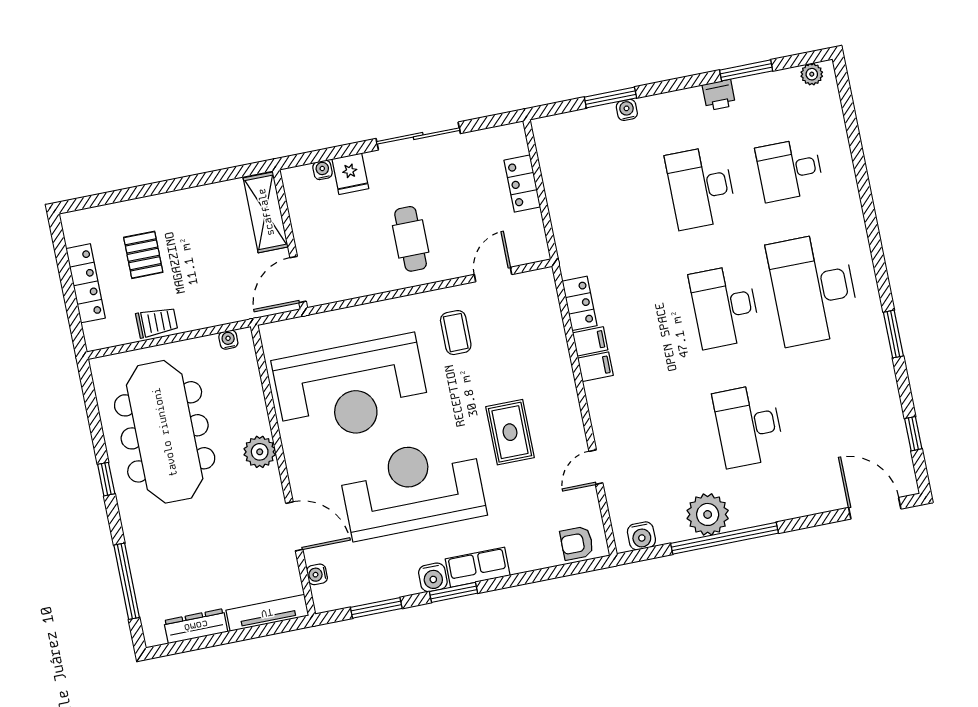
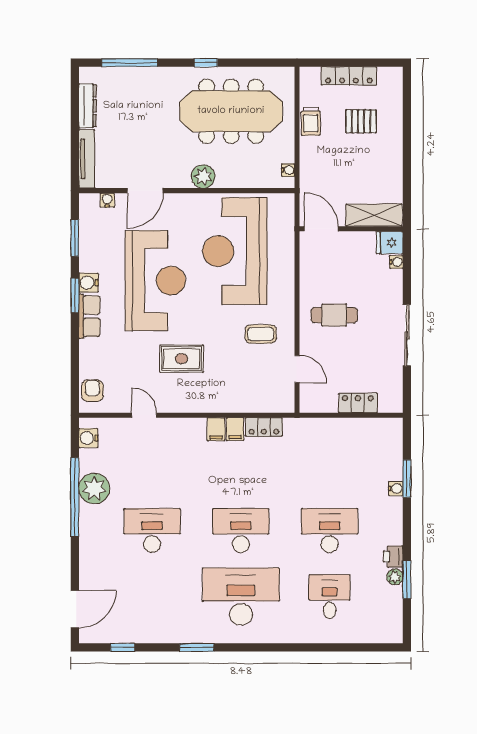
plant: (812, 74) -> (395, 577), moved
fridge: (350, 174) -> (390, 243), moved

